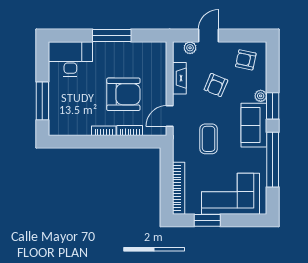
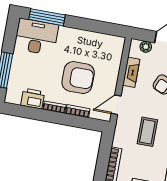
window: (112, 36) -> (47, 17), moved
printer: (79, 126) -> (33, 99), added

